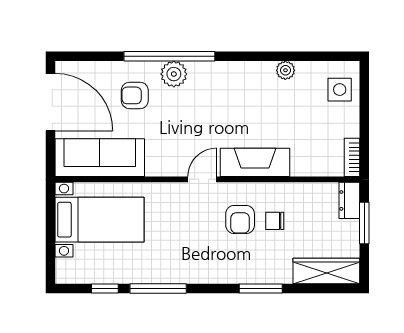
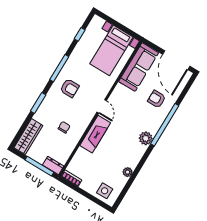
plant: (174, 74) -> (146, 138), moved
armchair: (135, 95) -> (157, 99), turned -90
door: (50, 102) -> (176, 60), hinge flipped
armchair: (240, 219) -> (70, 88), moved, turned 180
window: (364, 223) -> (39, 166), width x1.44
window: (158, 289) -> (59, 68), moved

